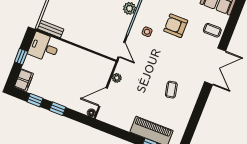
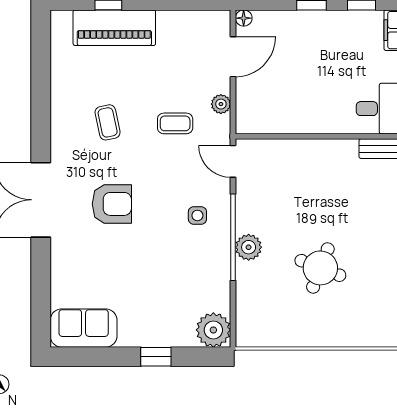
armchair: (176, 26) -> (112, 204), moved
coffee table: (212, 30) -> (175, 123), moved

